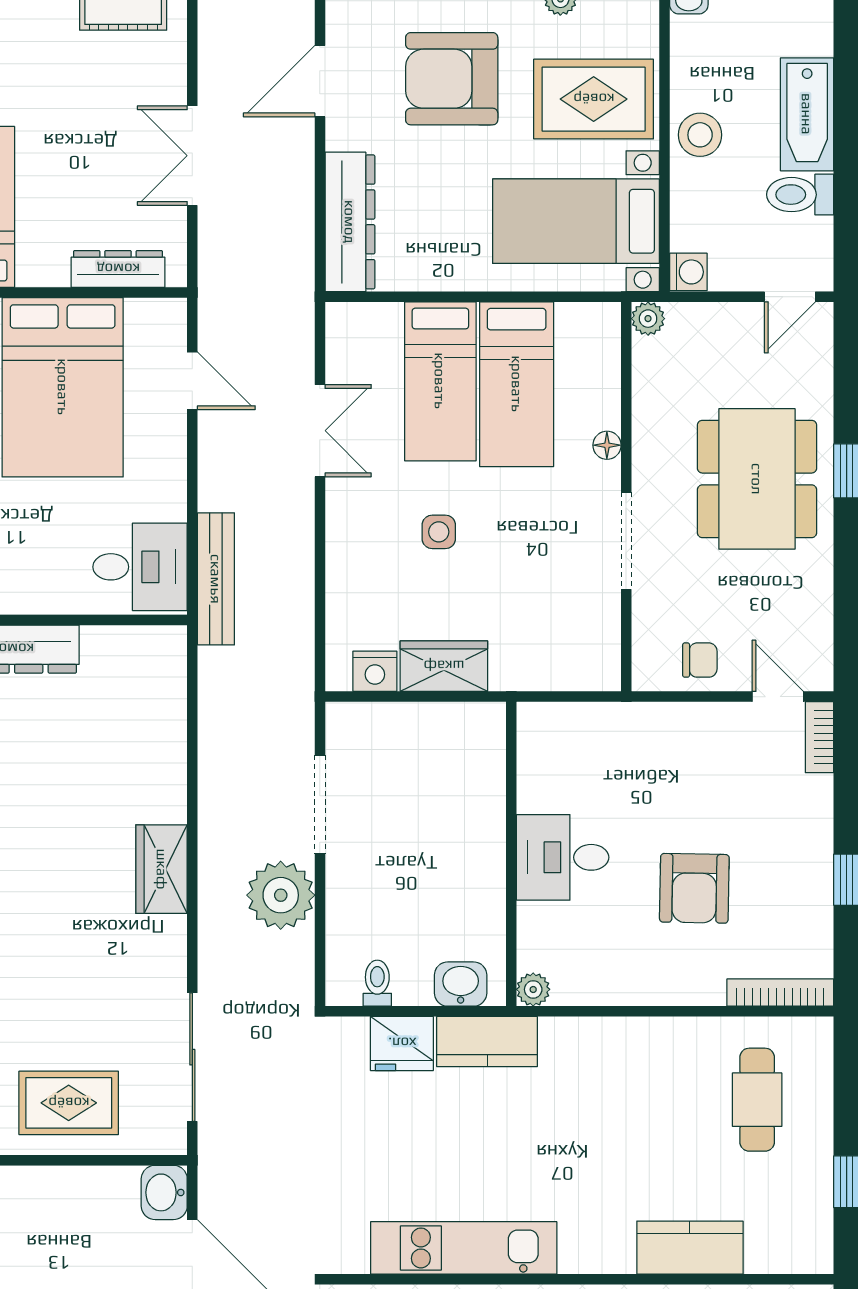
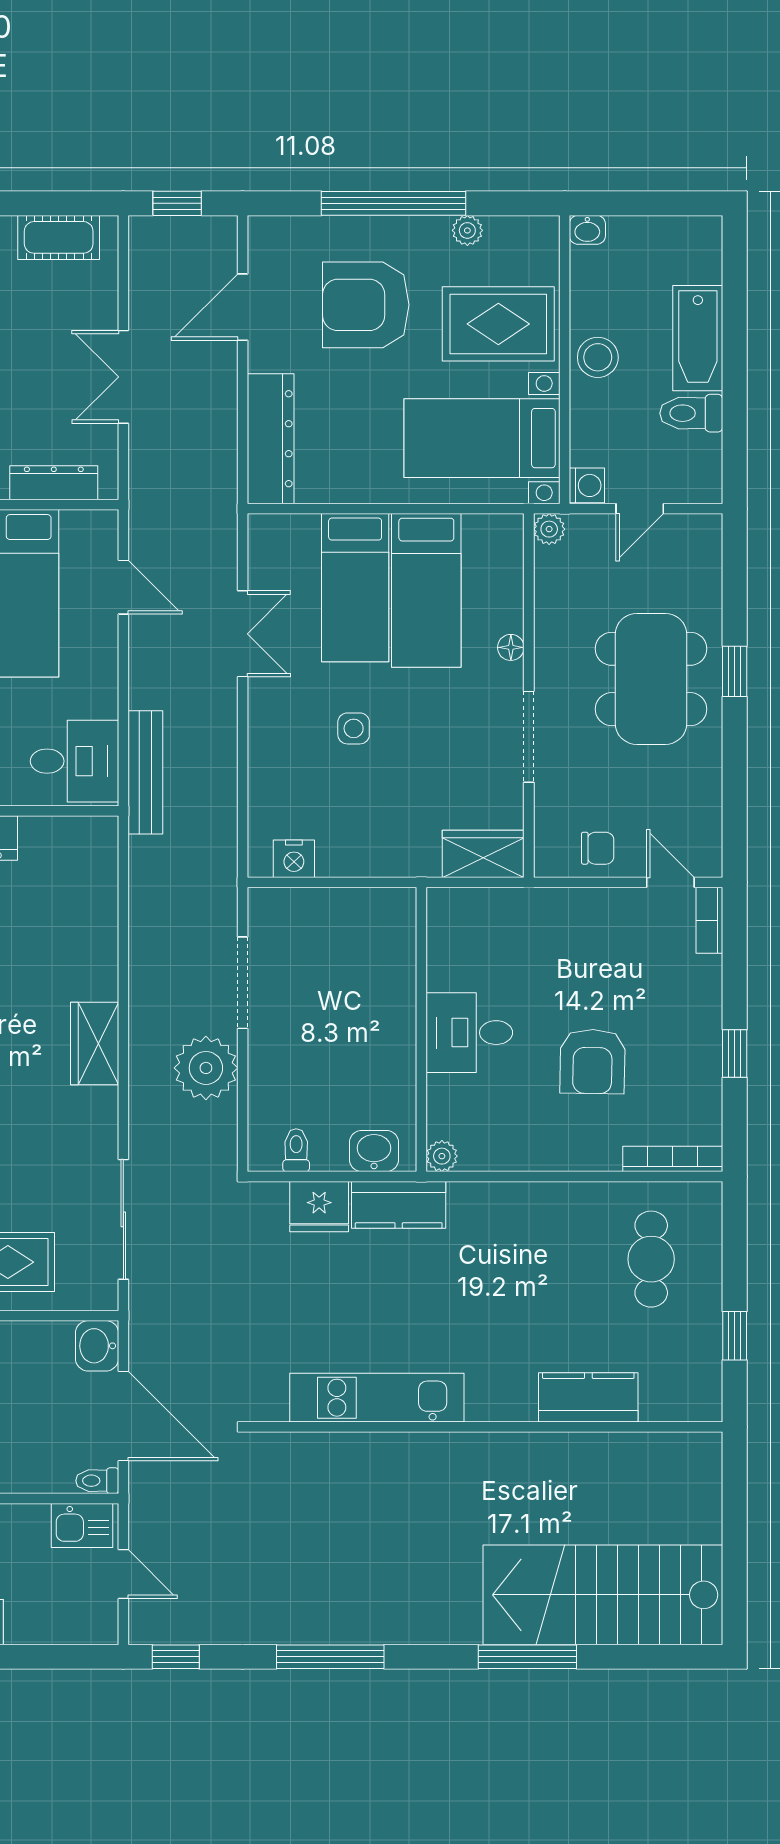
door: (790, 297) -> (640, 509), moved
wardrobe: (444, 666) -> (483, 854), moved

